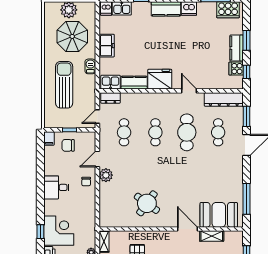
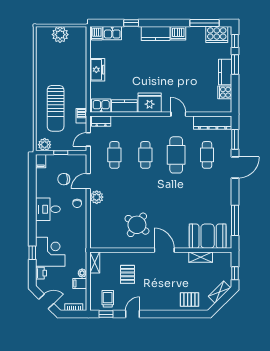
parasol: (72, 36) -> (63, 61), removed
barbecue: (90, 66) -> (81, 116), moved
window: (247, 72) -> (235, 41), moved
sun lounger: (64, 85) -> (56, 108), turned 180
plant: (53, 122) -> (45, 145), added
chair: (68, 145) -> (64, 179), moved
door: (187, 229) -> (164, 250), moved

